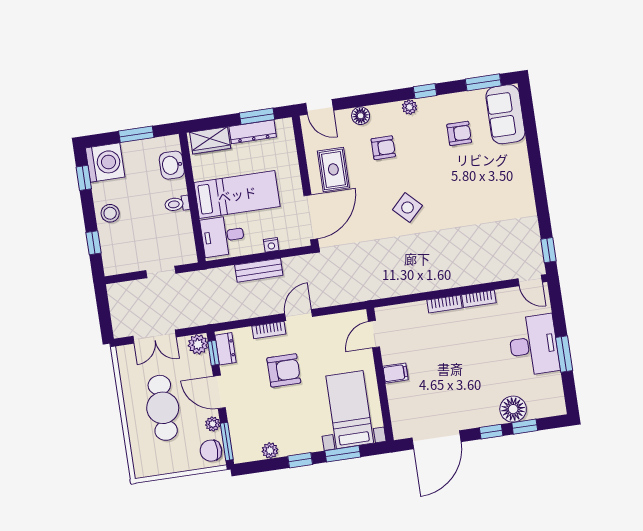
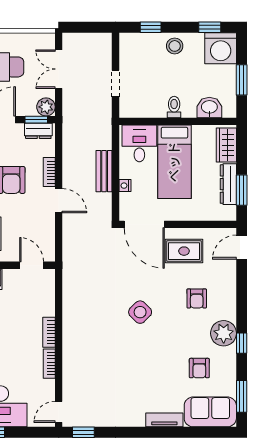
plant: (409, 107) -> (224, 333), width x1.88, depth x1.88
floor lamp: (361, 116) -> (228, 282), removed
tv unit: (522, 163) -> (164, 420), added

